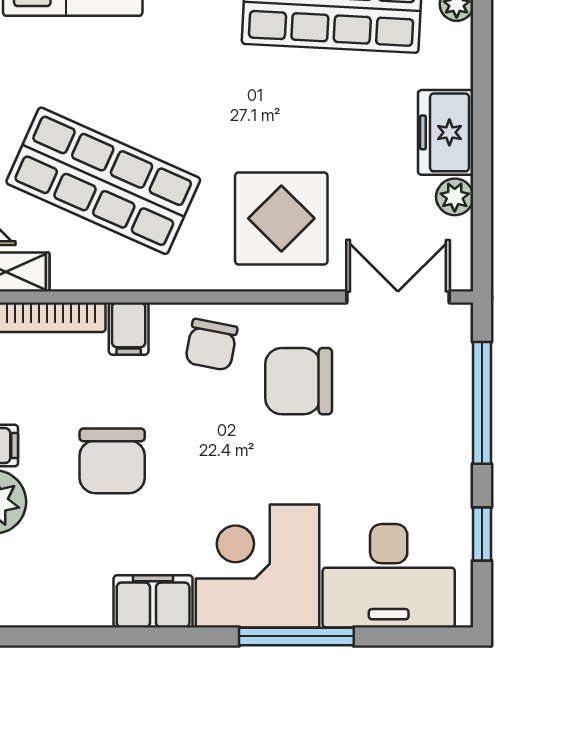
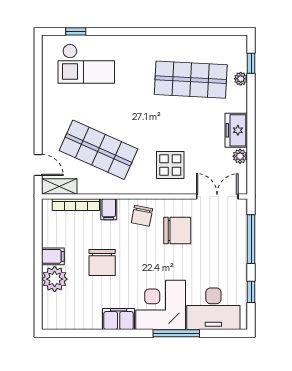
display table: (281, 218) -> (170, 165), width x0.73, depth x0.73
chair: (299, 381) -> (177, 230), turned 180

